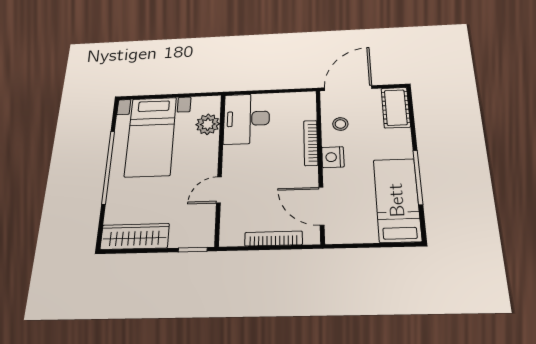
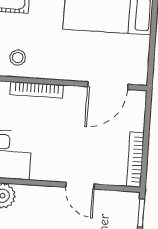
nightstand: (333, 157) -> (55, 69), removed
bookcase: (274, 239) -> (135, 160), moved

